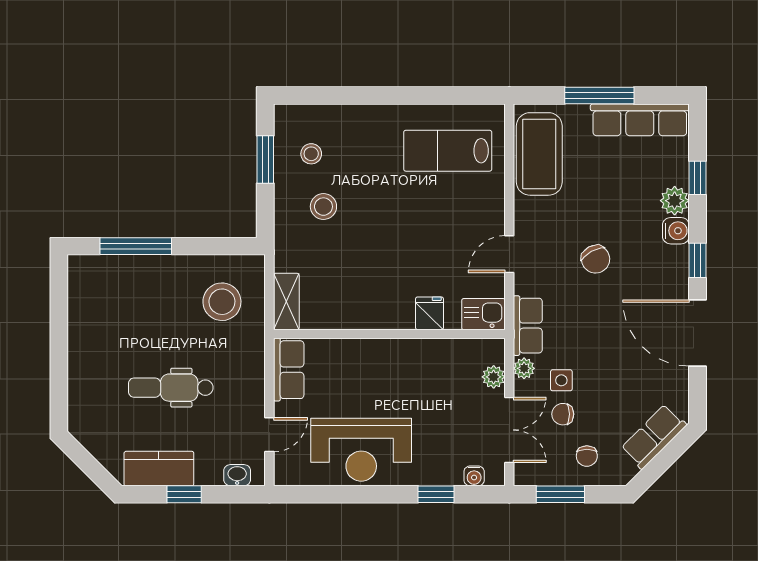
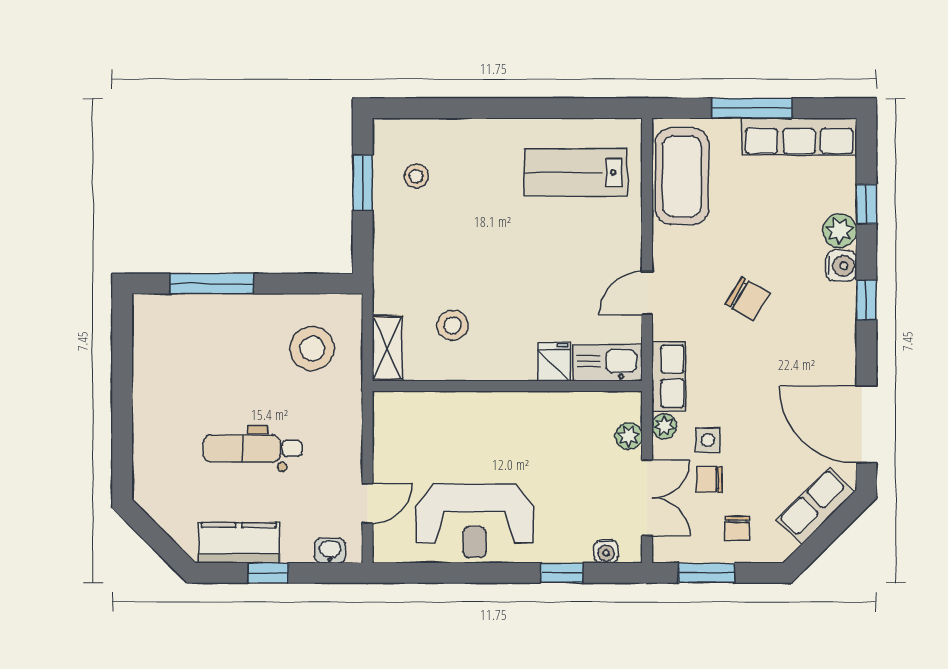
stool: (323, 207) -> (453, 325), moved
chair: (596, 259) -> (748, 299), turned -30
kitchen sink: (483, 314) -> (607, 363), width x1.38
door: (697, 333) -> (866, 425), moved
row of seats: (289, 370) -> (390, 428), removed

